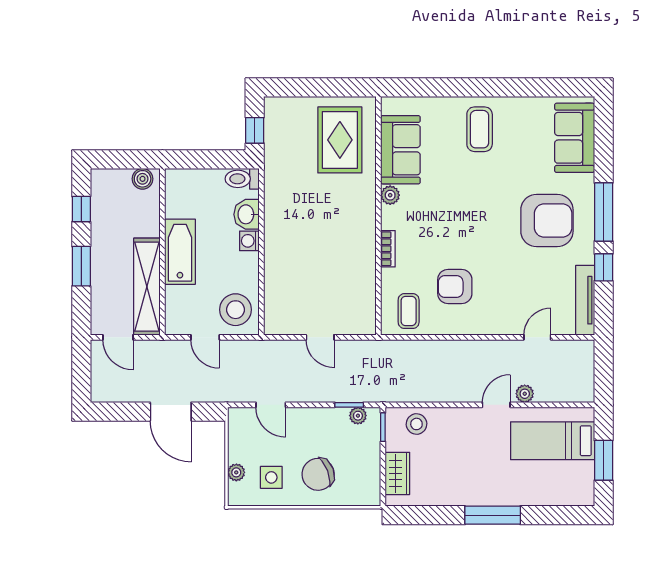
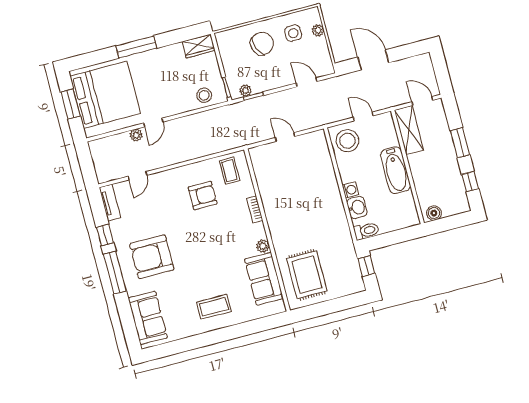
coffee table: (480, 129) -> (214, 307), turned 90
shelving: (147, 287) -> (409, 130), width x0.68
tv unit: (585, 300) -> (110, 203), width x0.71
bed: (553, 441) -> (105, 95), width x2.04
wardrobe: (397, 473) -> (199, 46), moved, turned -90

